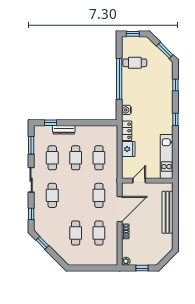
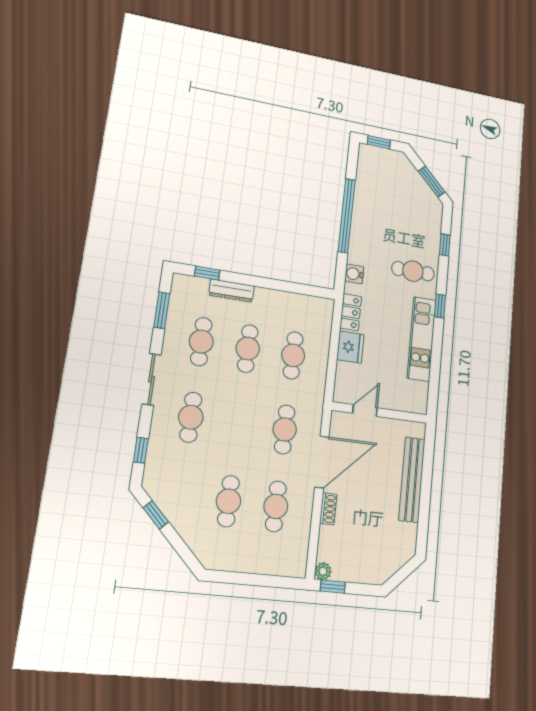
cafe table: (135, 63) -> (413, 271), moved
kitchen unit: (167, 156) -> (422, 339), moved
window: (142, 268) -> (333, 587), moved

